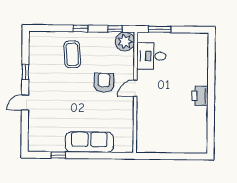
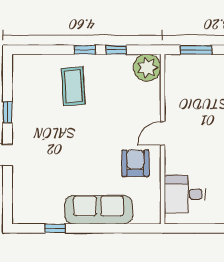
window: (115, 29) -> (116, 50), moved
desk: (151, 56) -> (185, 194), moved
armchair: (104, 83) -> (135, 163), moved

